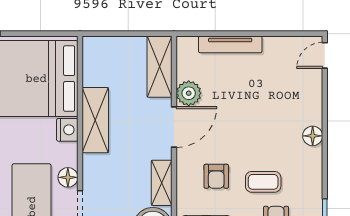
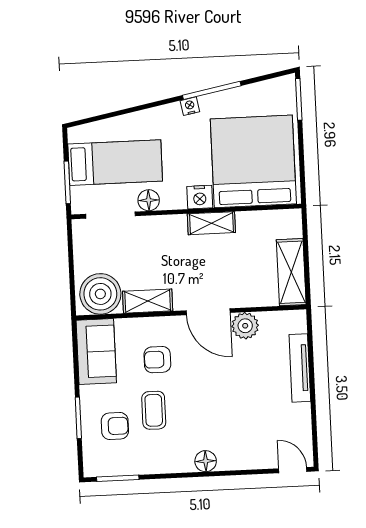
shelving: (159, 67) -> (291, 272), moved, turned 90
shelving: (95, 120) -> (211, 223), width x0.67, depth x0.75

